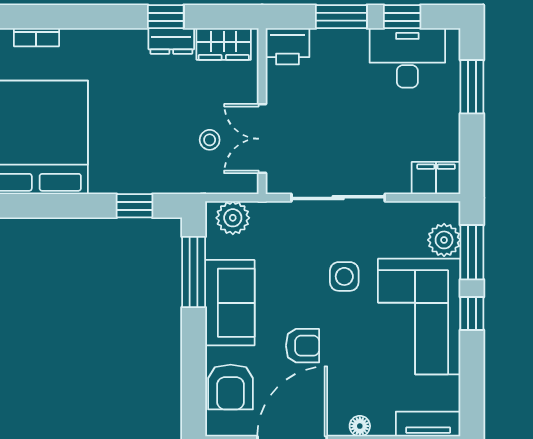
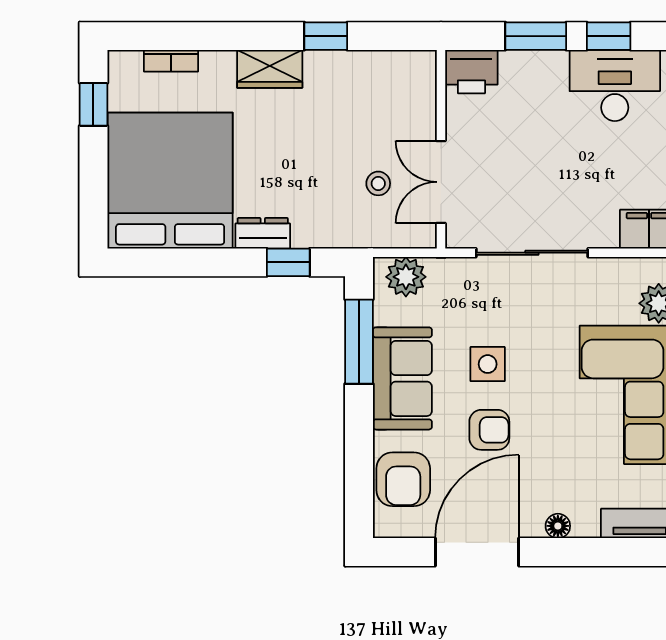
dresser: (171, 41) -> (263, 233), moved, turned 180
wardrobe: (224, 44) -> (270, 69), moved
side table: (344, 276) -> (488, 364), moved

